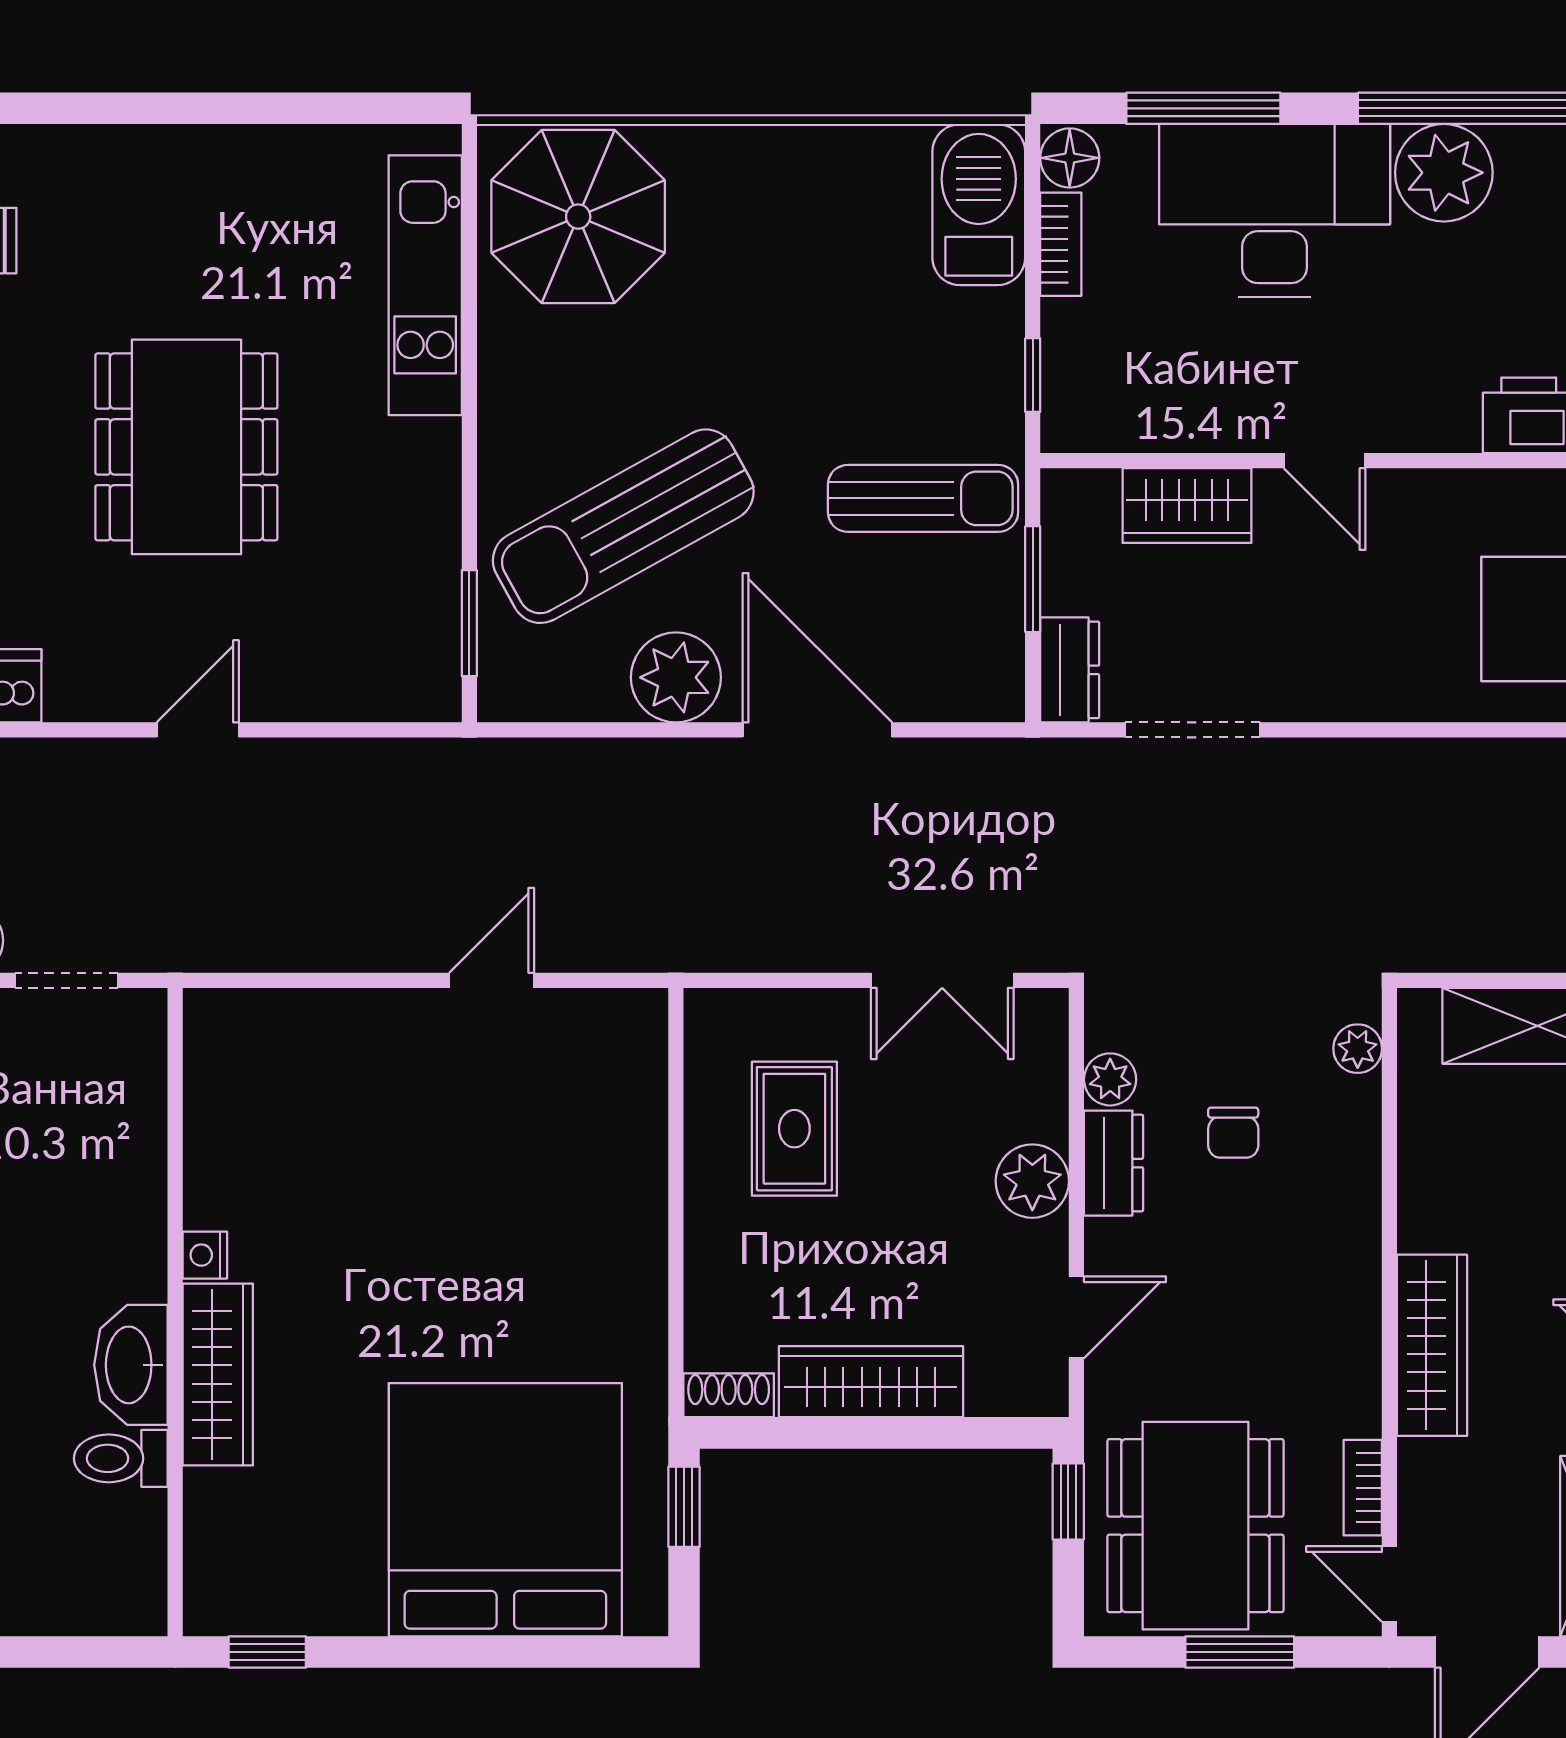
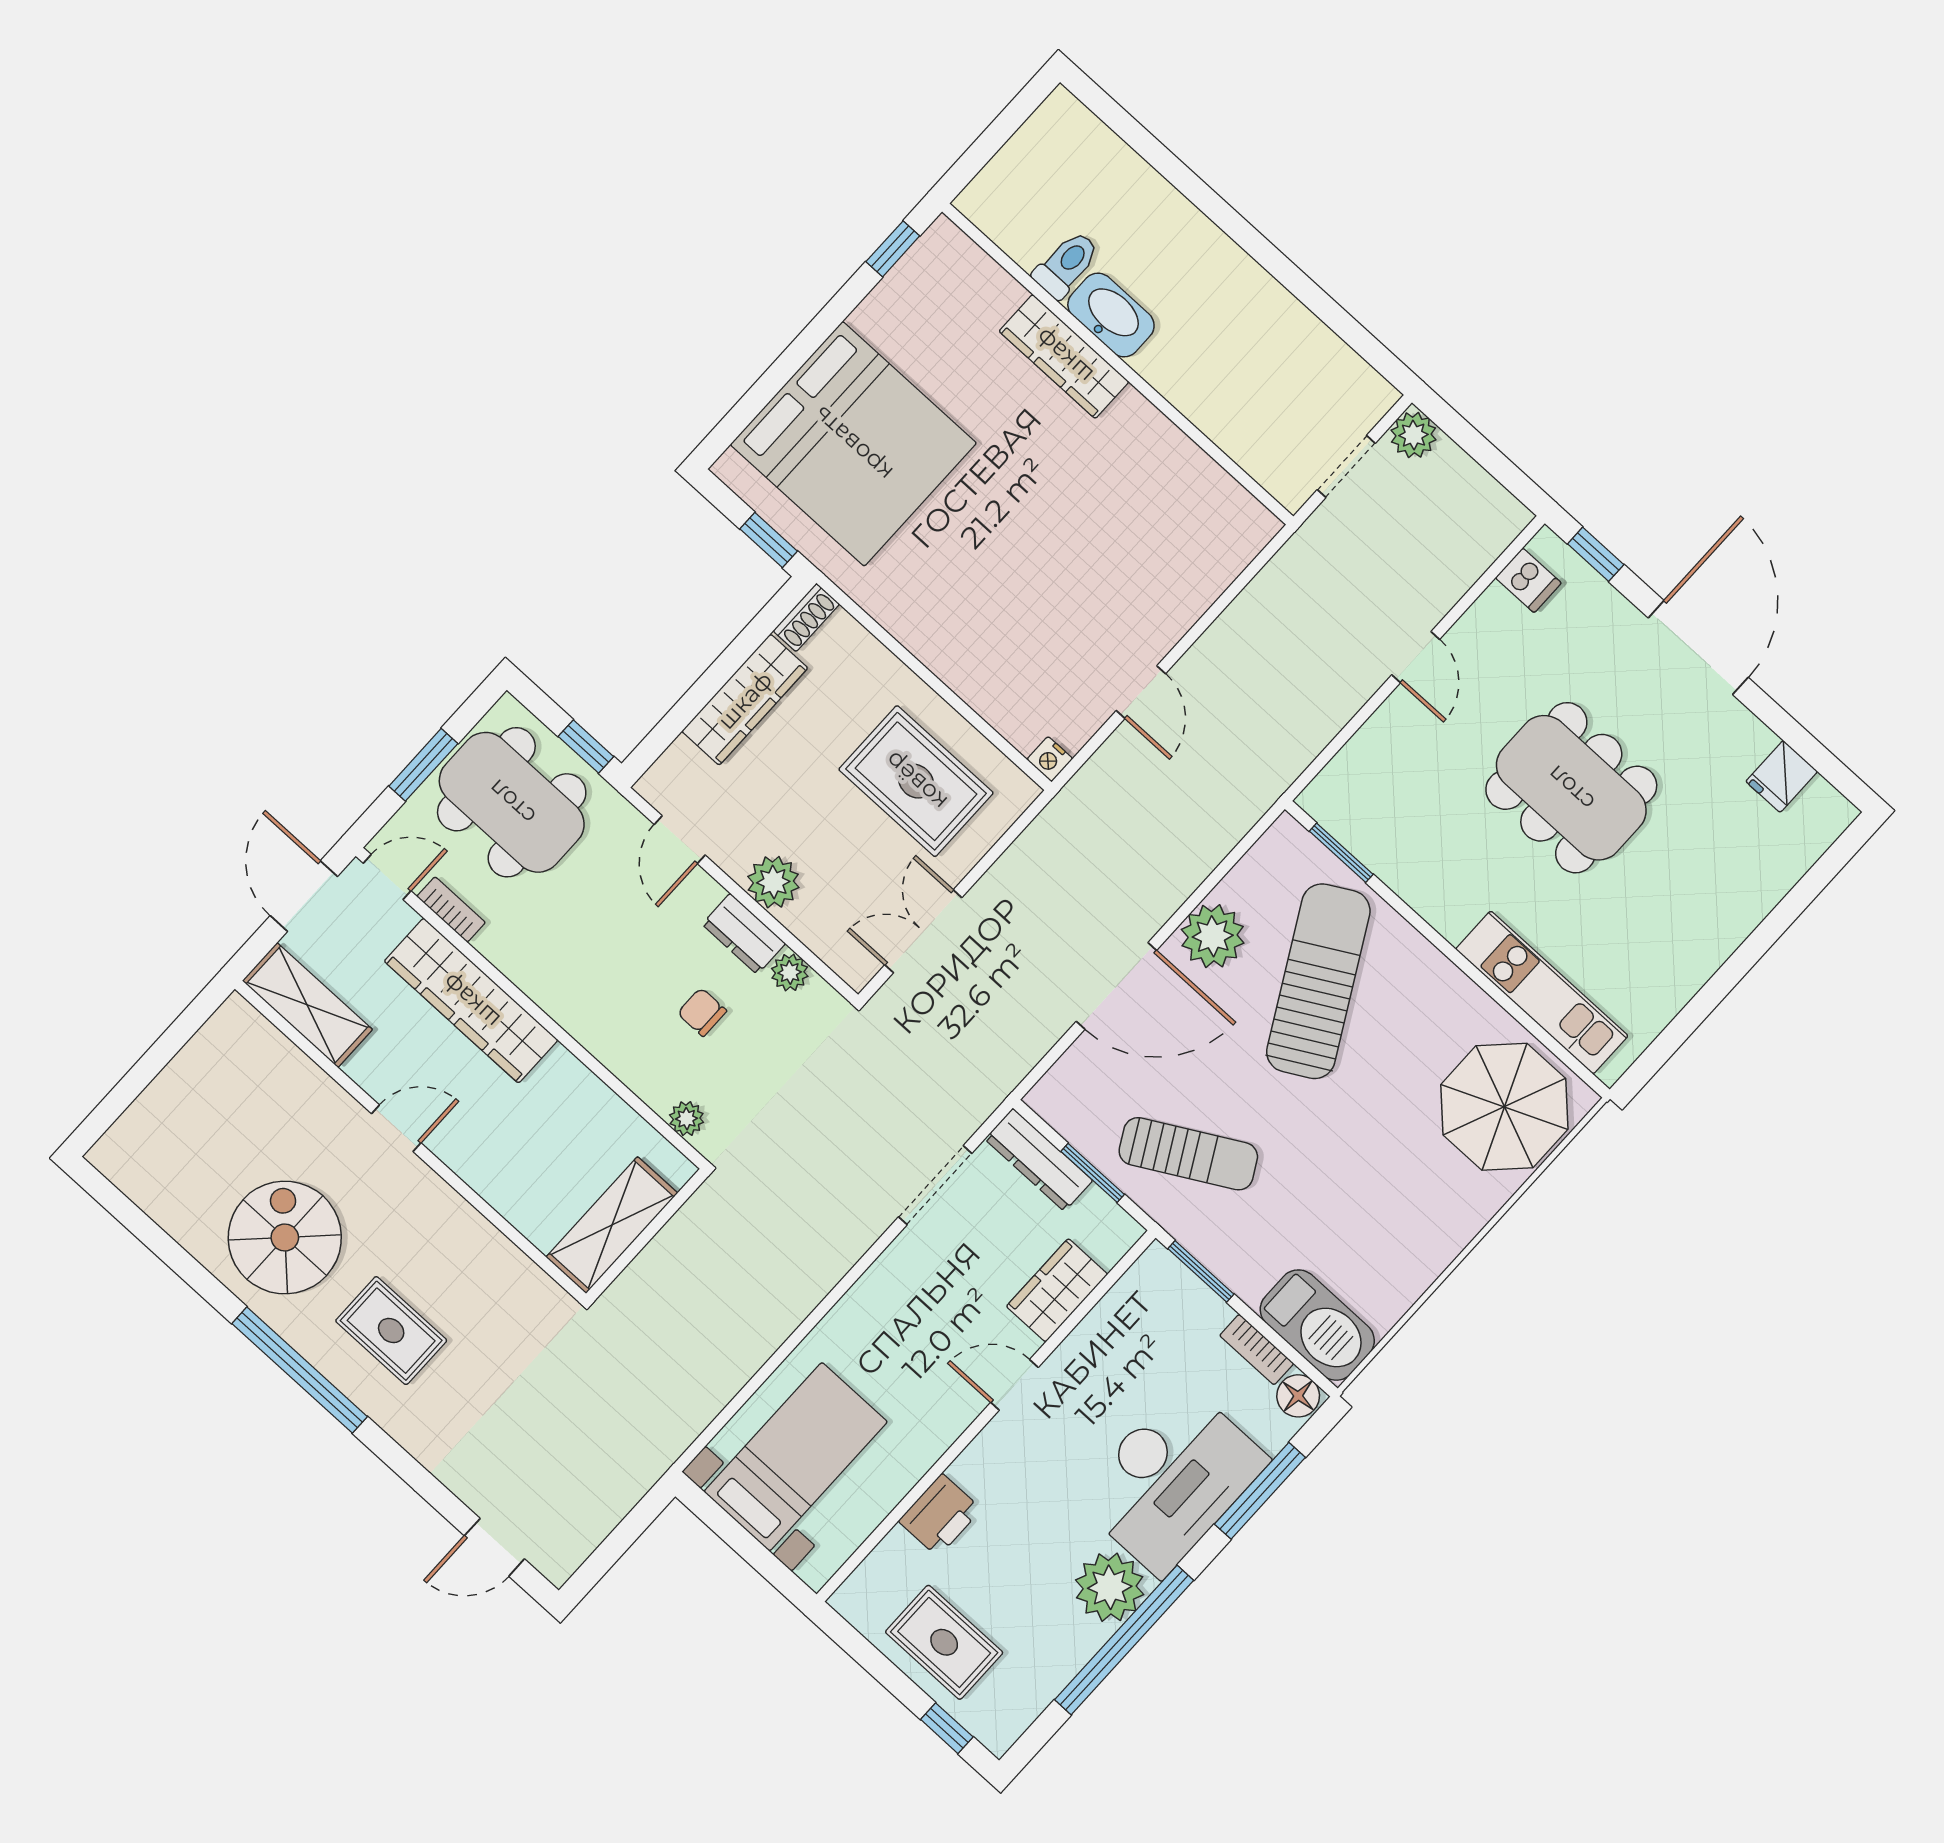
window: (1033, 375) -> (1201, 1271), width x1.50
sun lounger: (923, 498) -> (1188, 1154), turned -119
dresser: (1070, 670) -> (1039, 1160), width x1.44
rug: (794, 1129) -> (916, 781), width x1.36, depth x1.43
nightstand: (205, 1255) -> (1050, 759), moved, turned 180
wardrobe: (1432, 1345) -> (471, 1001), width x1.40, depth x1.17

